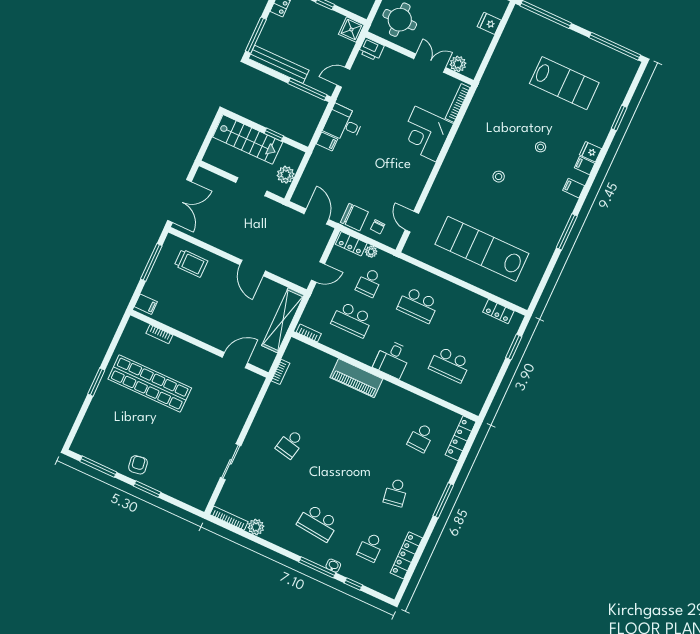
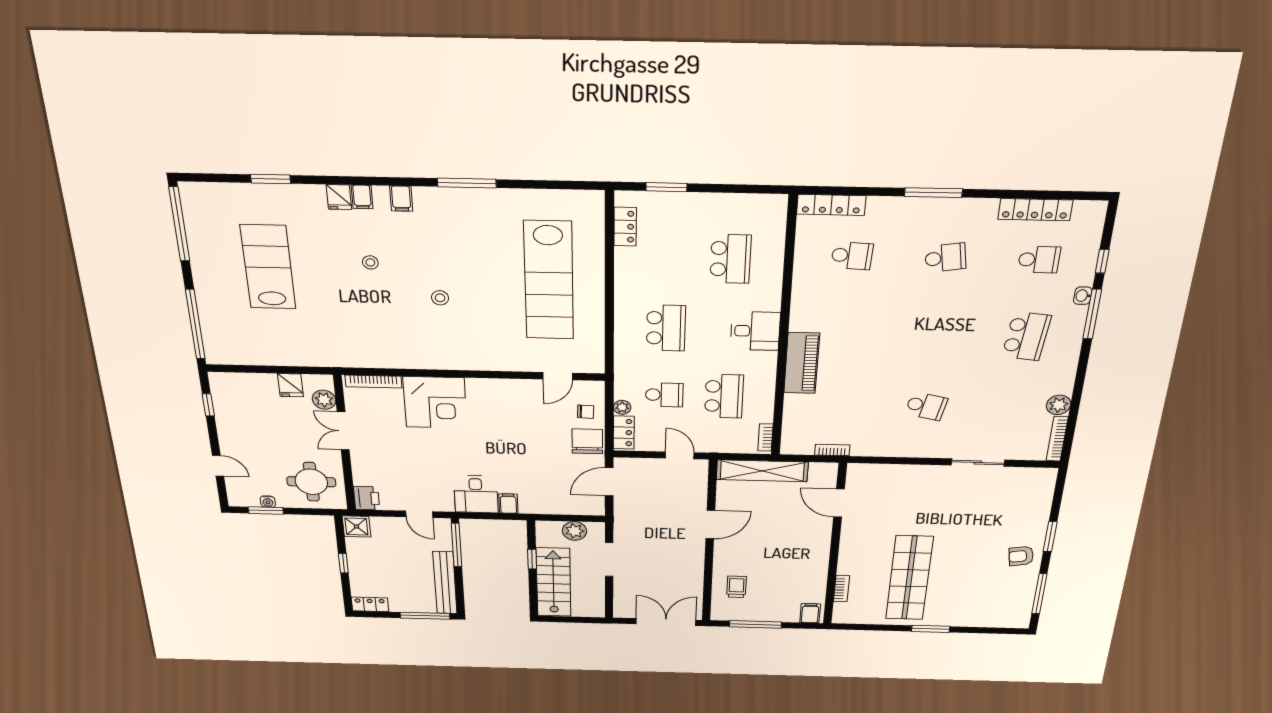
fridge: (489, 23) -> (290, 385), moved
trolley: (191, 263) -> (737, 587), width x0.73, depth x0.72

